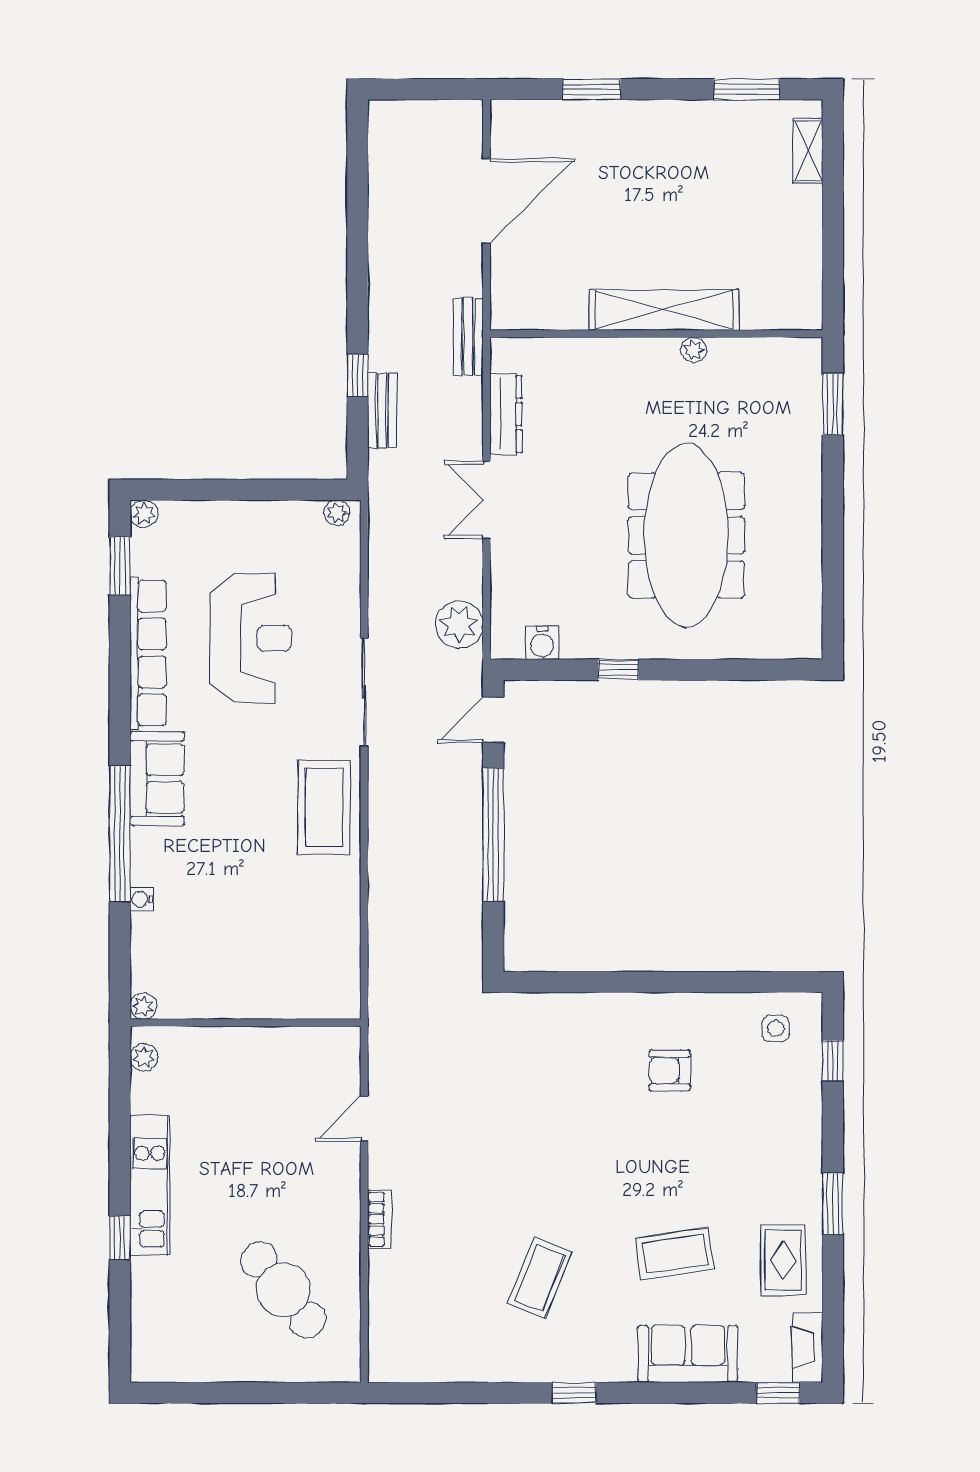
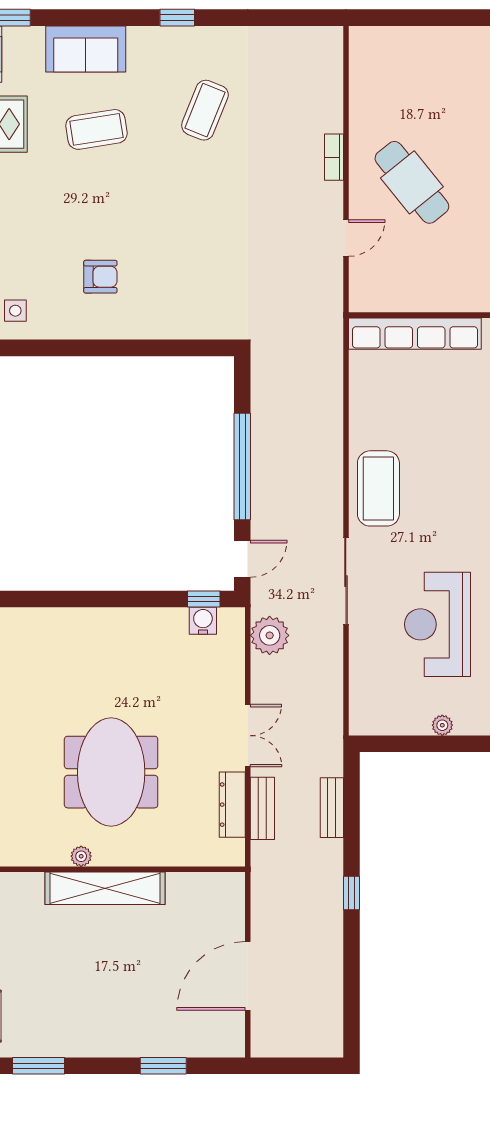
bench: (468, 337) -> (262, 808), moved
window: (357, 375) -> (351, 893), moved
plant: (337, 513) -> (442, 725), moved
meeting table: (686, 535) -> (111, 772), moved, width x0.73
window: (618, 670) -> (204, 599), moved
row of seats: (278, 1000) -> (415, 334), added
cafe table: (283, 1290) -> (412, 182), moved

